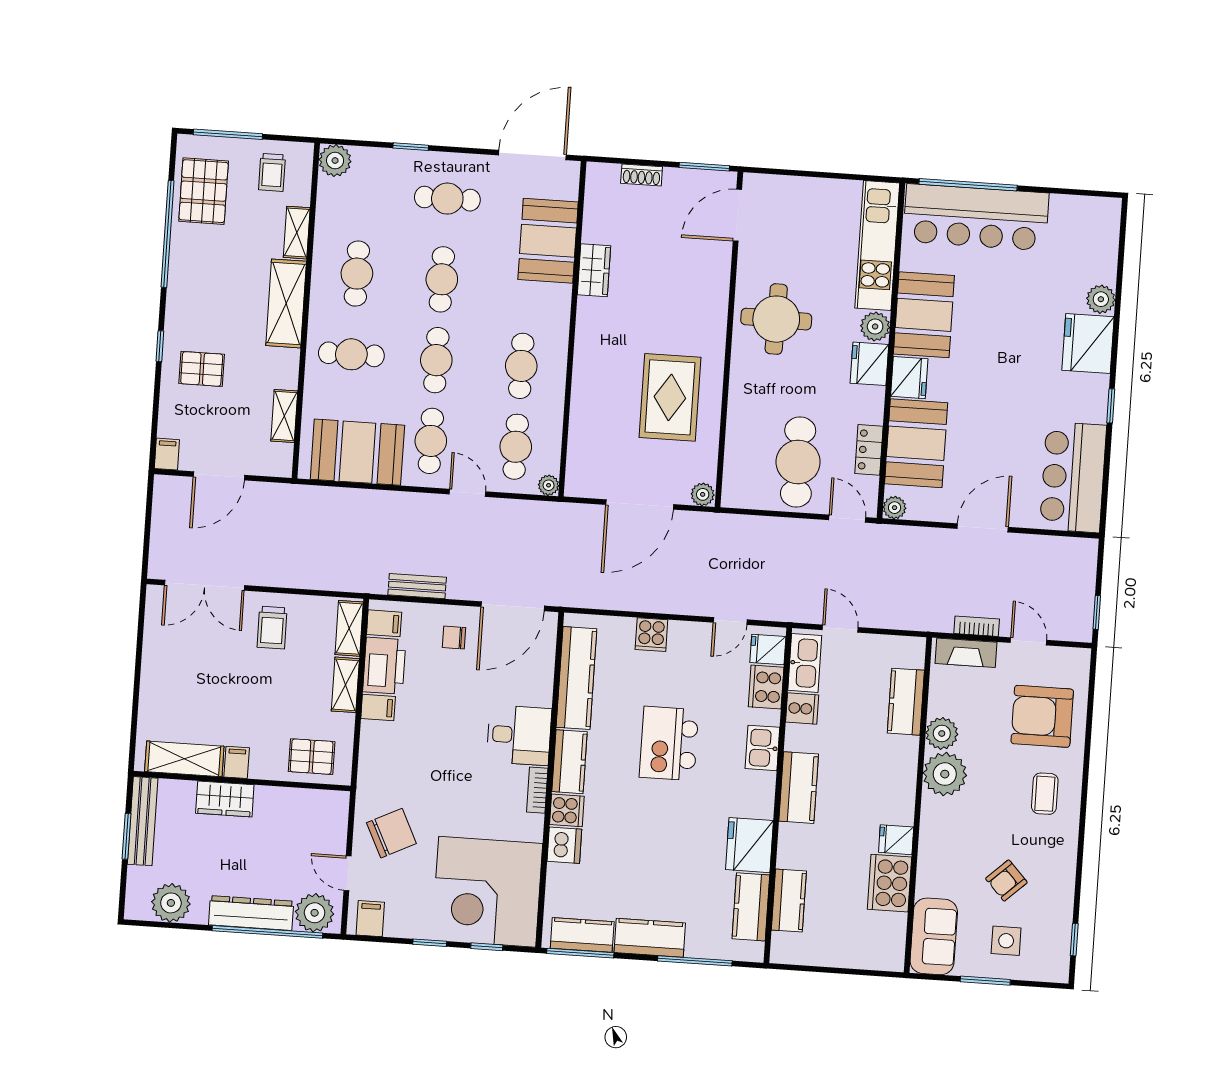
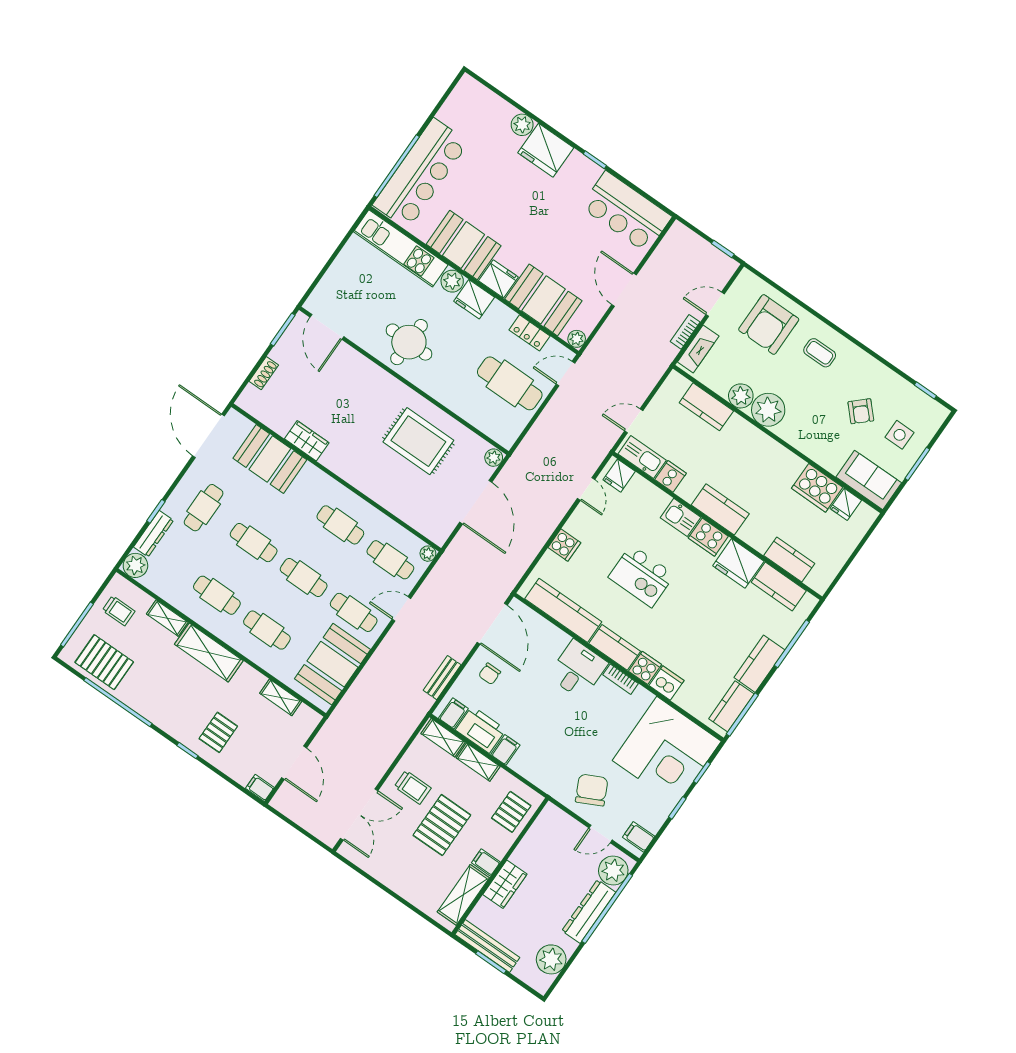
dresser: (384, 159) -> (154, 534), added
cafe table: (351, 354) -> (267, 630), turned 90
pallet: (249, 687) -> (442, 825), added
cooker: (766, 687) -> (708, 537), moved
fridge: (896, 840) -> (846, 504), moved

